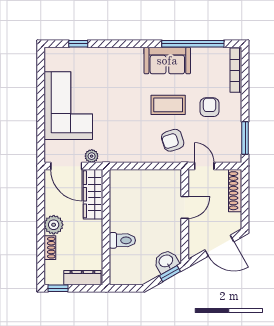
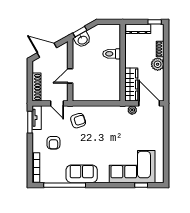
coffee table: (168, 105) -> (81, 144), removed
corner sofa: (68, 106) -> (132, 167), moved, turned 90
tv unit: (235, 145) -> (37, 118), added

